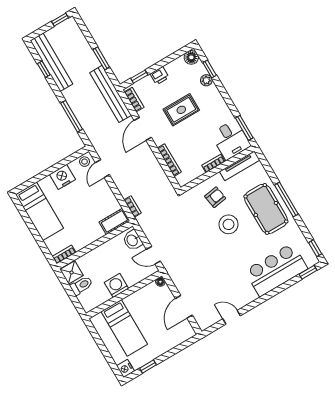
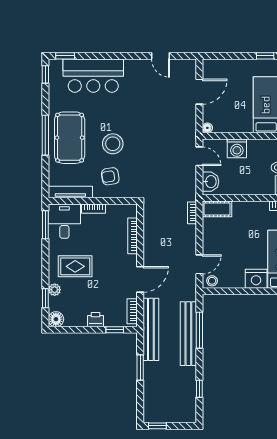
bench: (52, 62) -> (188, 334), moved
rug: (181, 110) -> (75, 266), moved
nightstand: (62, 177) -> (256, 279), moved
washing machine: (116, 285) -> (237, 148), moved

